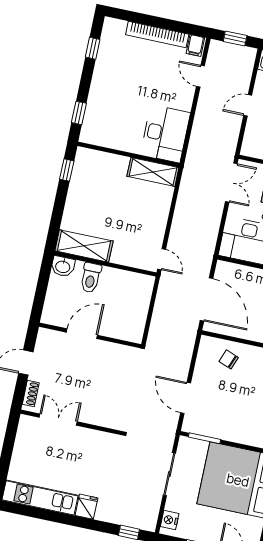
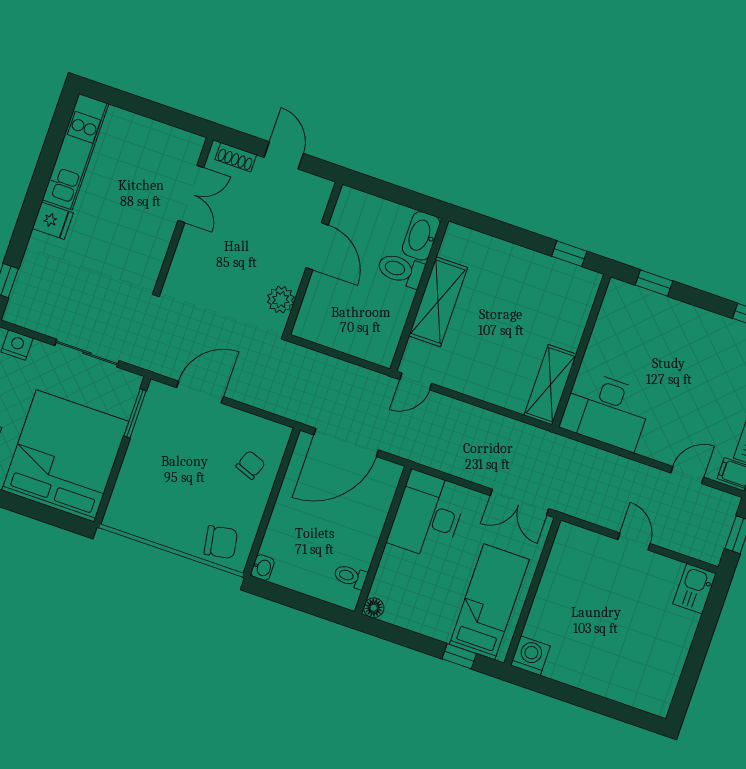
shelving: (84, 246) -> (438, 302), moved
washbasin: (63, 266) -> (421, 236), width x1.38
plant: (119, 353) -> (281, 300), added

